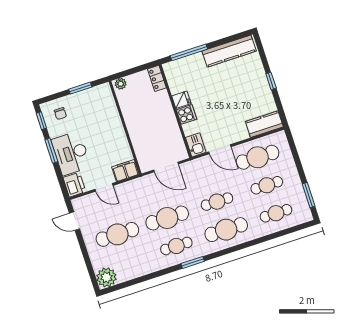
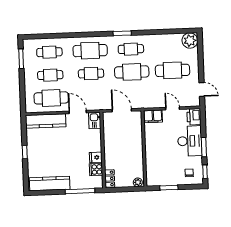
cooker: (187, 114) -> (96, 169), moved
kitchen counter: (264, 124) -> (46, 121), width x1.50

